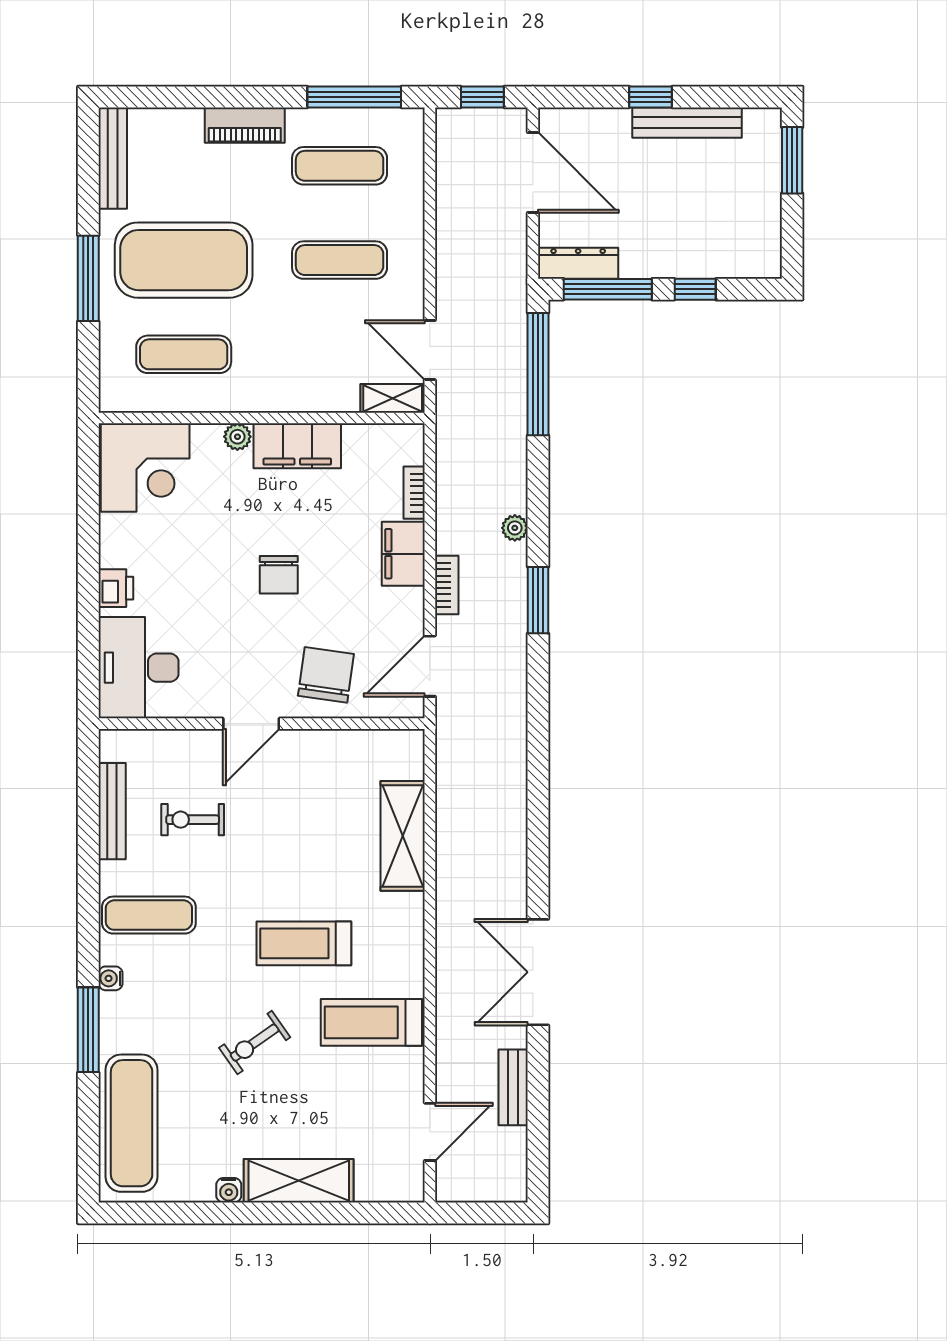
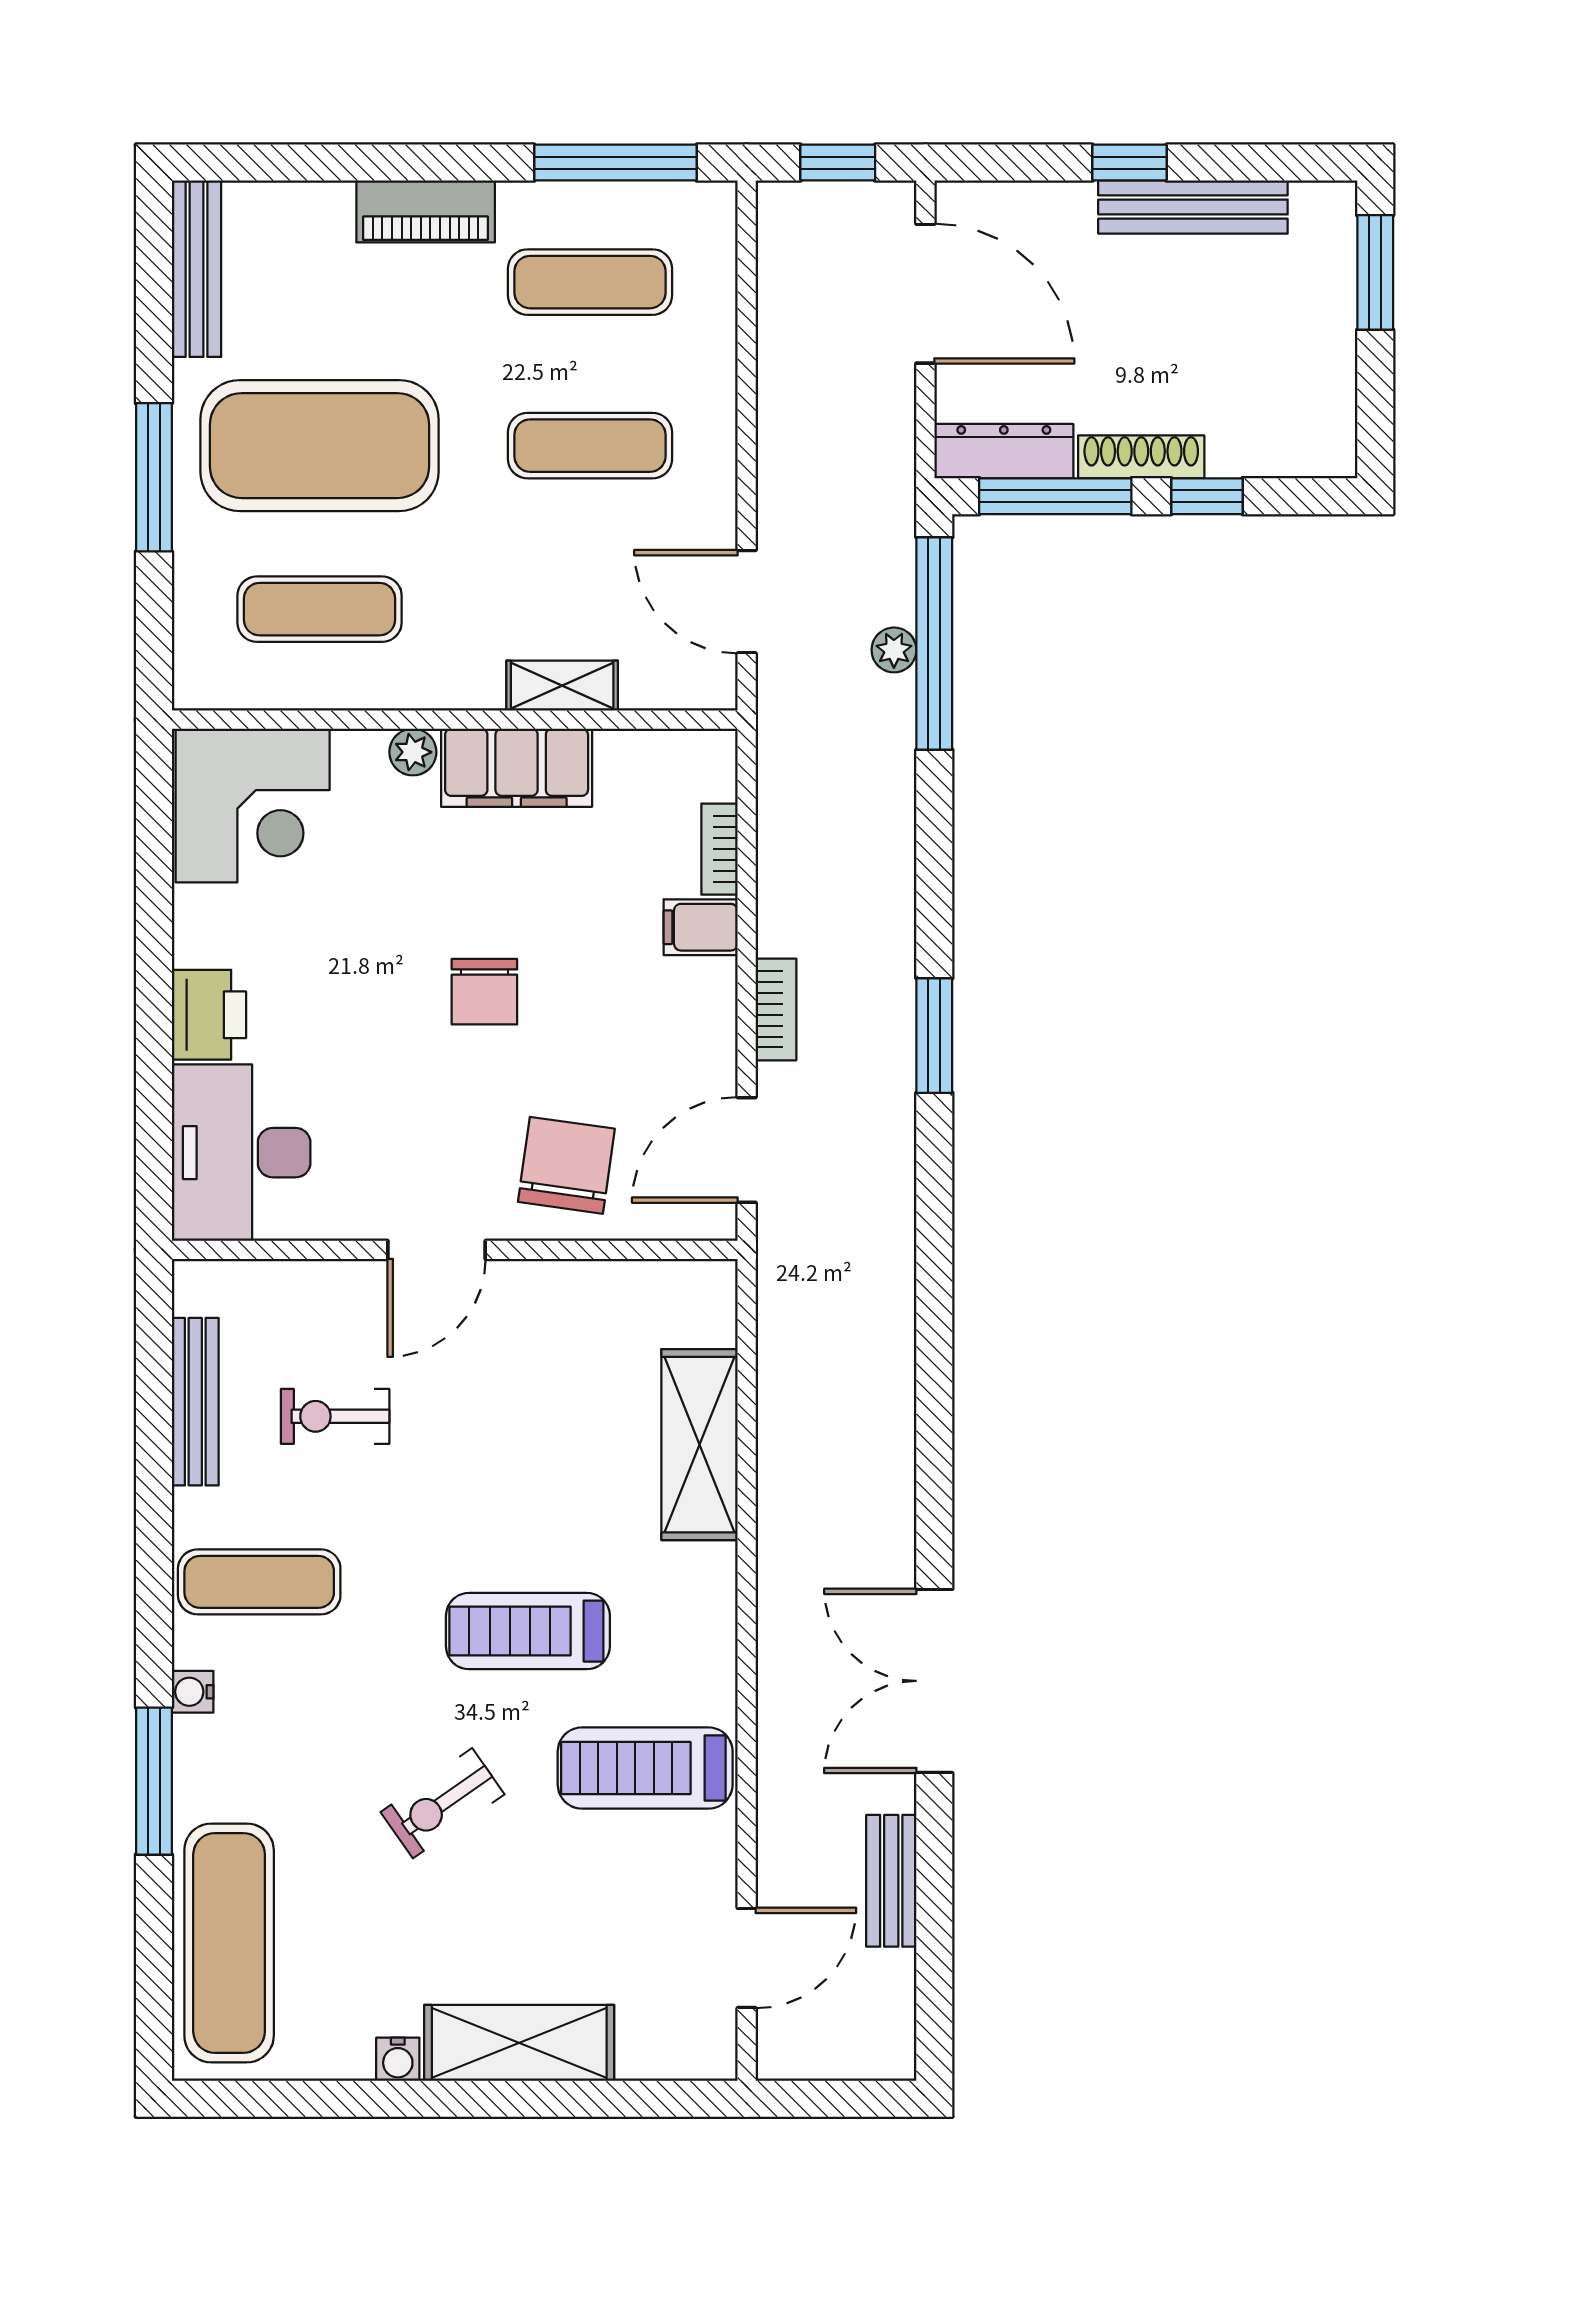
shoe rack: (657, 267) -> (1141, 457), added
shelving: (393, 398) -> (562, 686), moved
plant: (515, 528) -> (894, 650), moved
filing cabinet: (403, 554) -> (701, 927), width x0.50
printer: (116, 588) -> (209, 1015), width x1.36, depth x1.24

